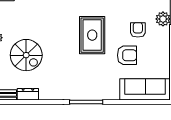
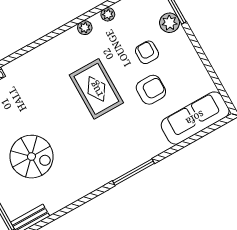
dresser: (28, 94) -> (59, 202), removed

